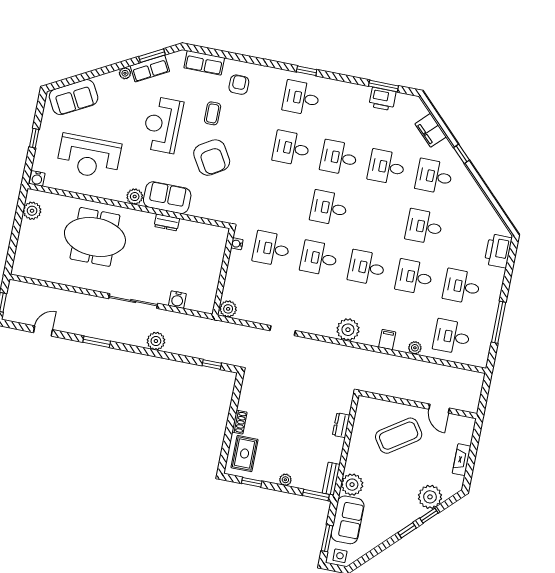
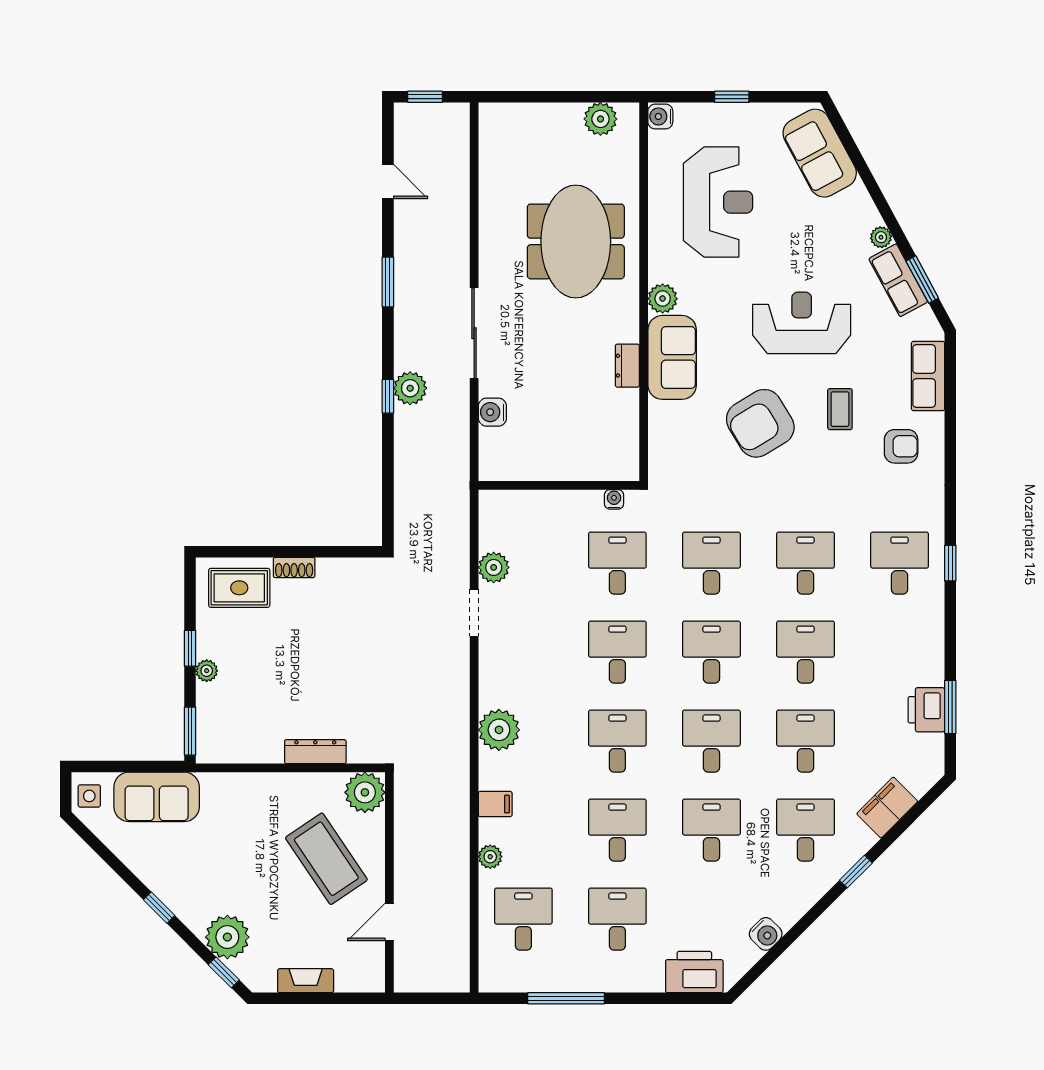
coffee table: (213, 113) -> (840, 409), turned 90
reception desk: (89, 157) -> (718, 202), turned 180
desk: (281, 198) -> (711, 563), added
water cooler: (485, 209) -> (766, 934), added
desk: (376, 217) -> (711, 741), added
plant: (228, 309) -> (494, 567), moved
window: (212, 364) -> (388, 396), moved
dresser: (341, 425) -> (315, 752), width x1.44
bench: (331, 479) -> (225, 753), removed
window: (252, 482) -> (190, 648), moved
plant: (352, 485) -> (365, 792), moved
window: (429, 516) -> (224, 972), moved
window: (327, 538) -> (116, 767), removed

